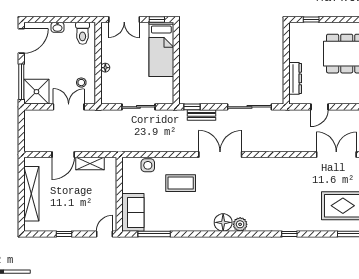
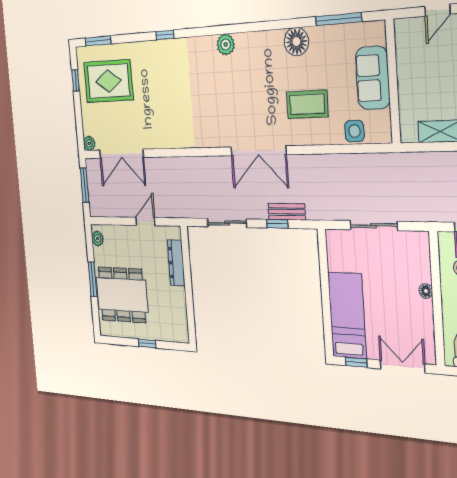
window: (311, 19) -> (147, 343), moved
window: (192, 107) -> (277, 224), moved
sliding door: (249, 107) -> (227, 223), width x0.73
sofa: (133, 212) -> (373, 78), moved
floor lamp: (223, 222) -> (296, 42), moved
door: (104, 234) -> (437, 10), moved

